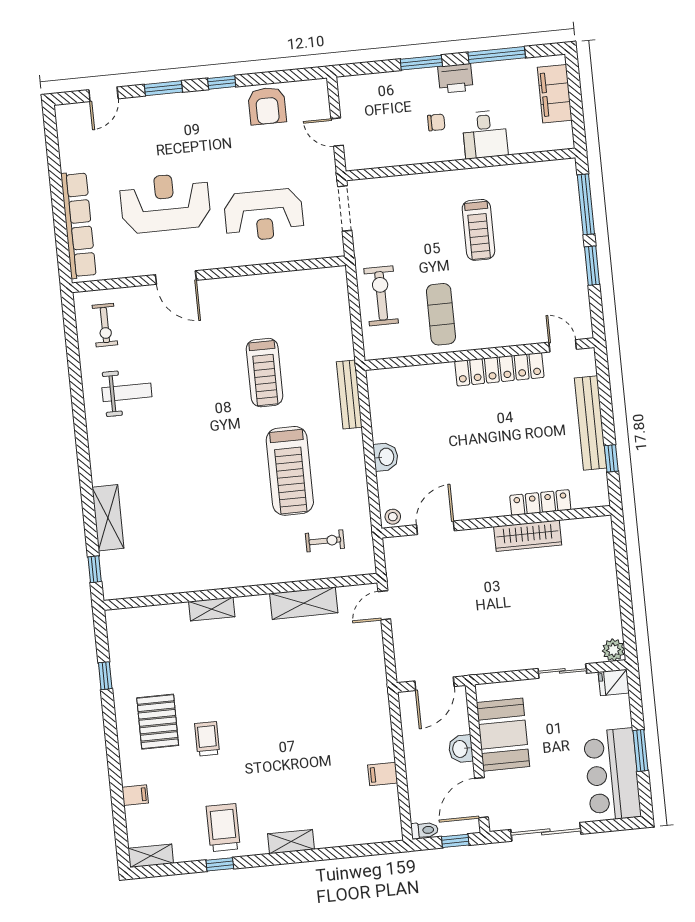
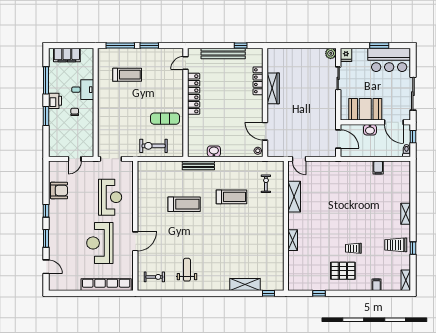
treadmill: (478, 230) -> (127, 75), moved
washbasin: (386, 457) -> (214, 151), moved
treadmill: (290, 471) -> (231, 197), width x0.73, depth x0.73

